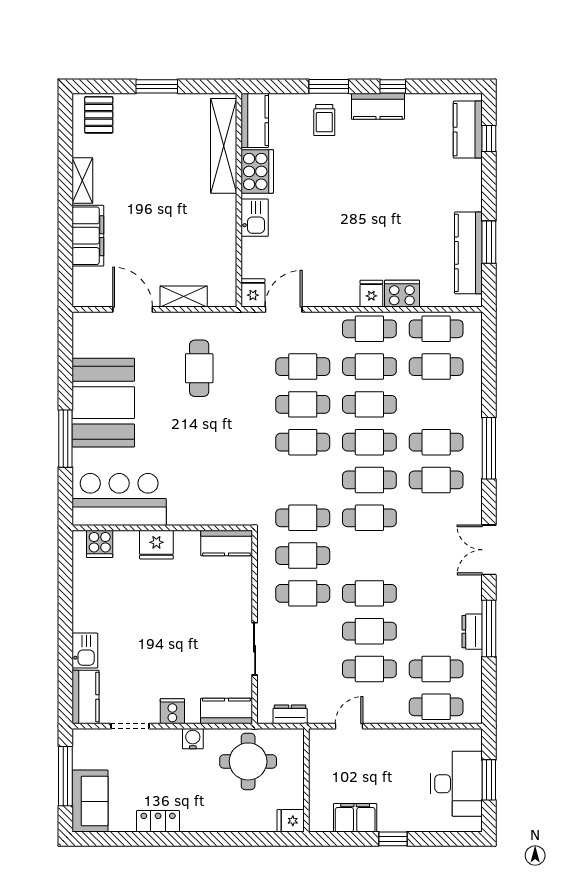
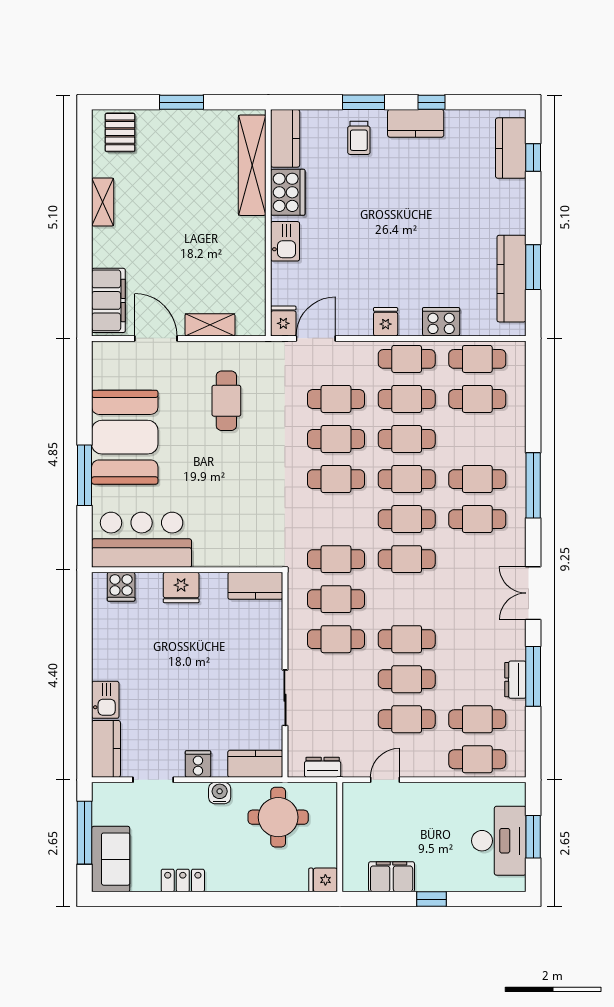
filing cabinet: (88, 236) -> (108, 300), moved
fridge: (371, 294) -> (386, 322), moved

